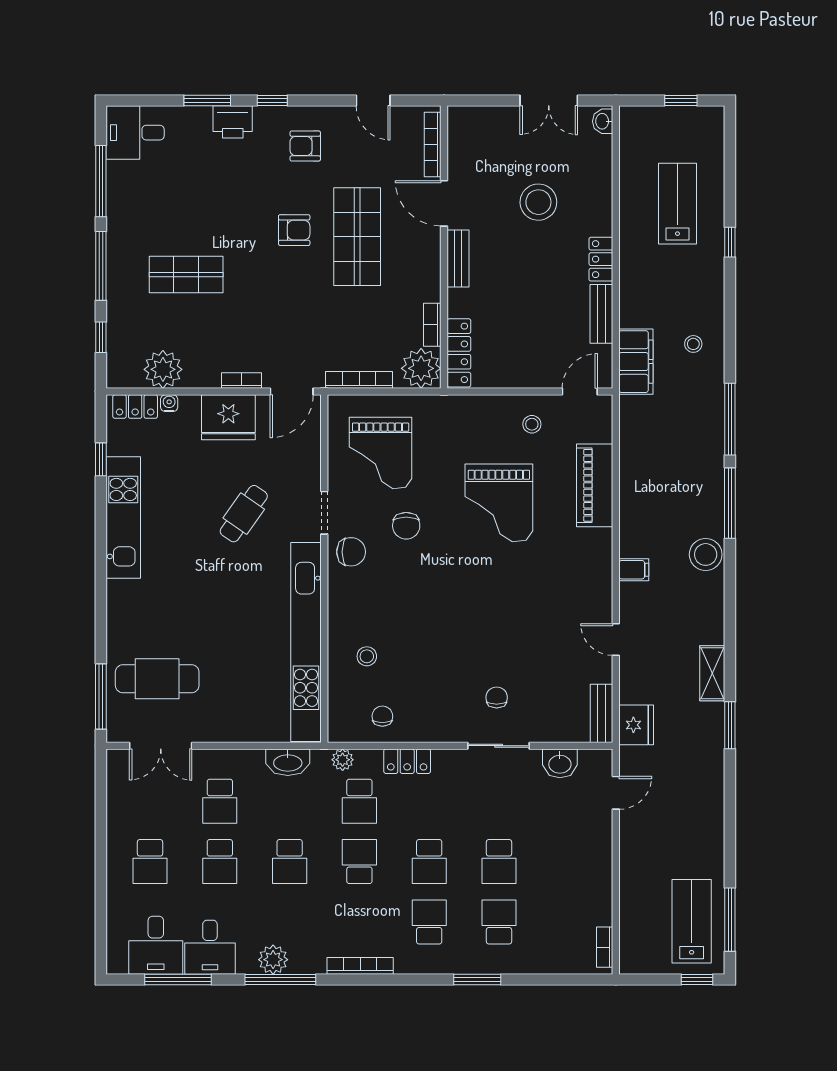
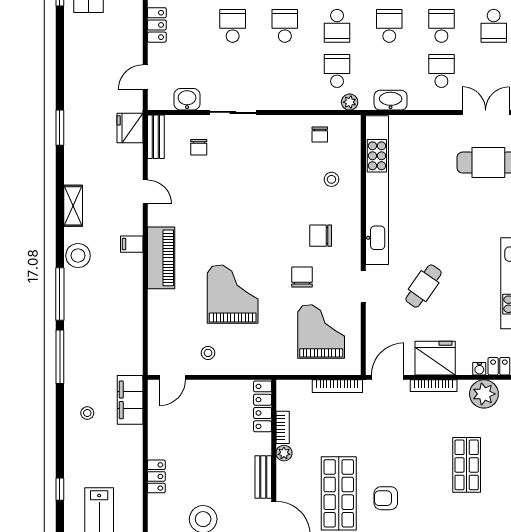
shop shelf: (186, 275) -> (467, 465), turned 90
bench: (601, 314) -> (156, 435), removed
plant: (421, 368) -> (284, 453), moved, width x0.53, depth x0.53
bookcase: (242, 381) -> (434, 386), width x1.56
piano: (595, 485) -> (161, 258), moved
chair: (351, 552) -> (321, 236), moved
shelving: (712, 673) -> (73, 206), moved
chair: (497, 697) -> (199, 147), moved
locker: (407, 761) -> (157, 25), moved, turned 90
school desk: (150, 862) -> (494, 26), turned 180

